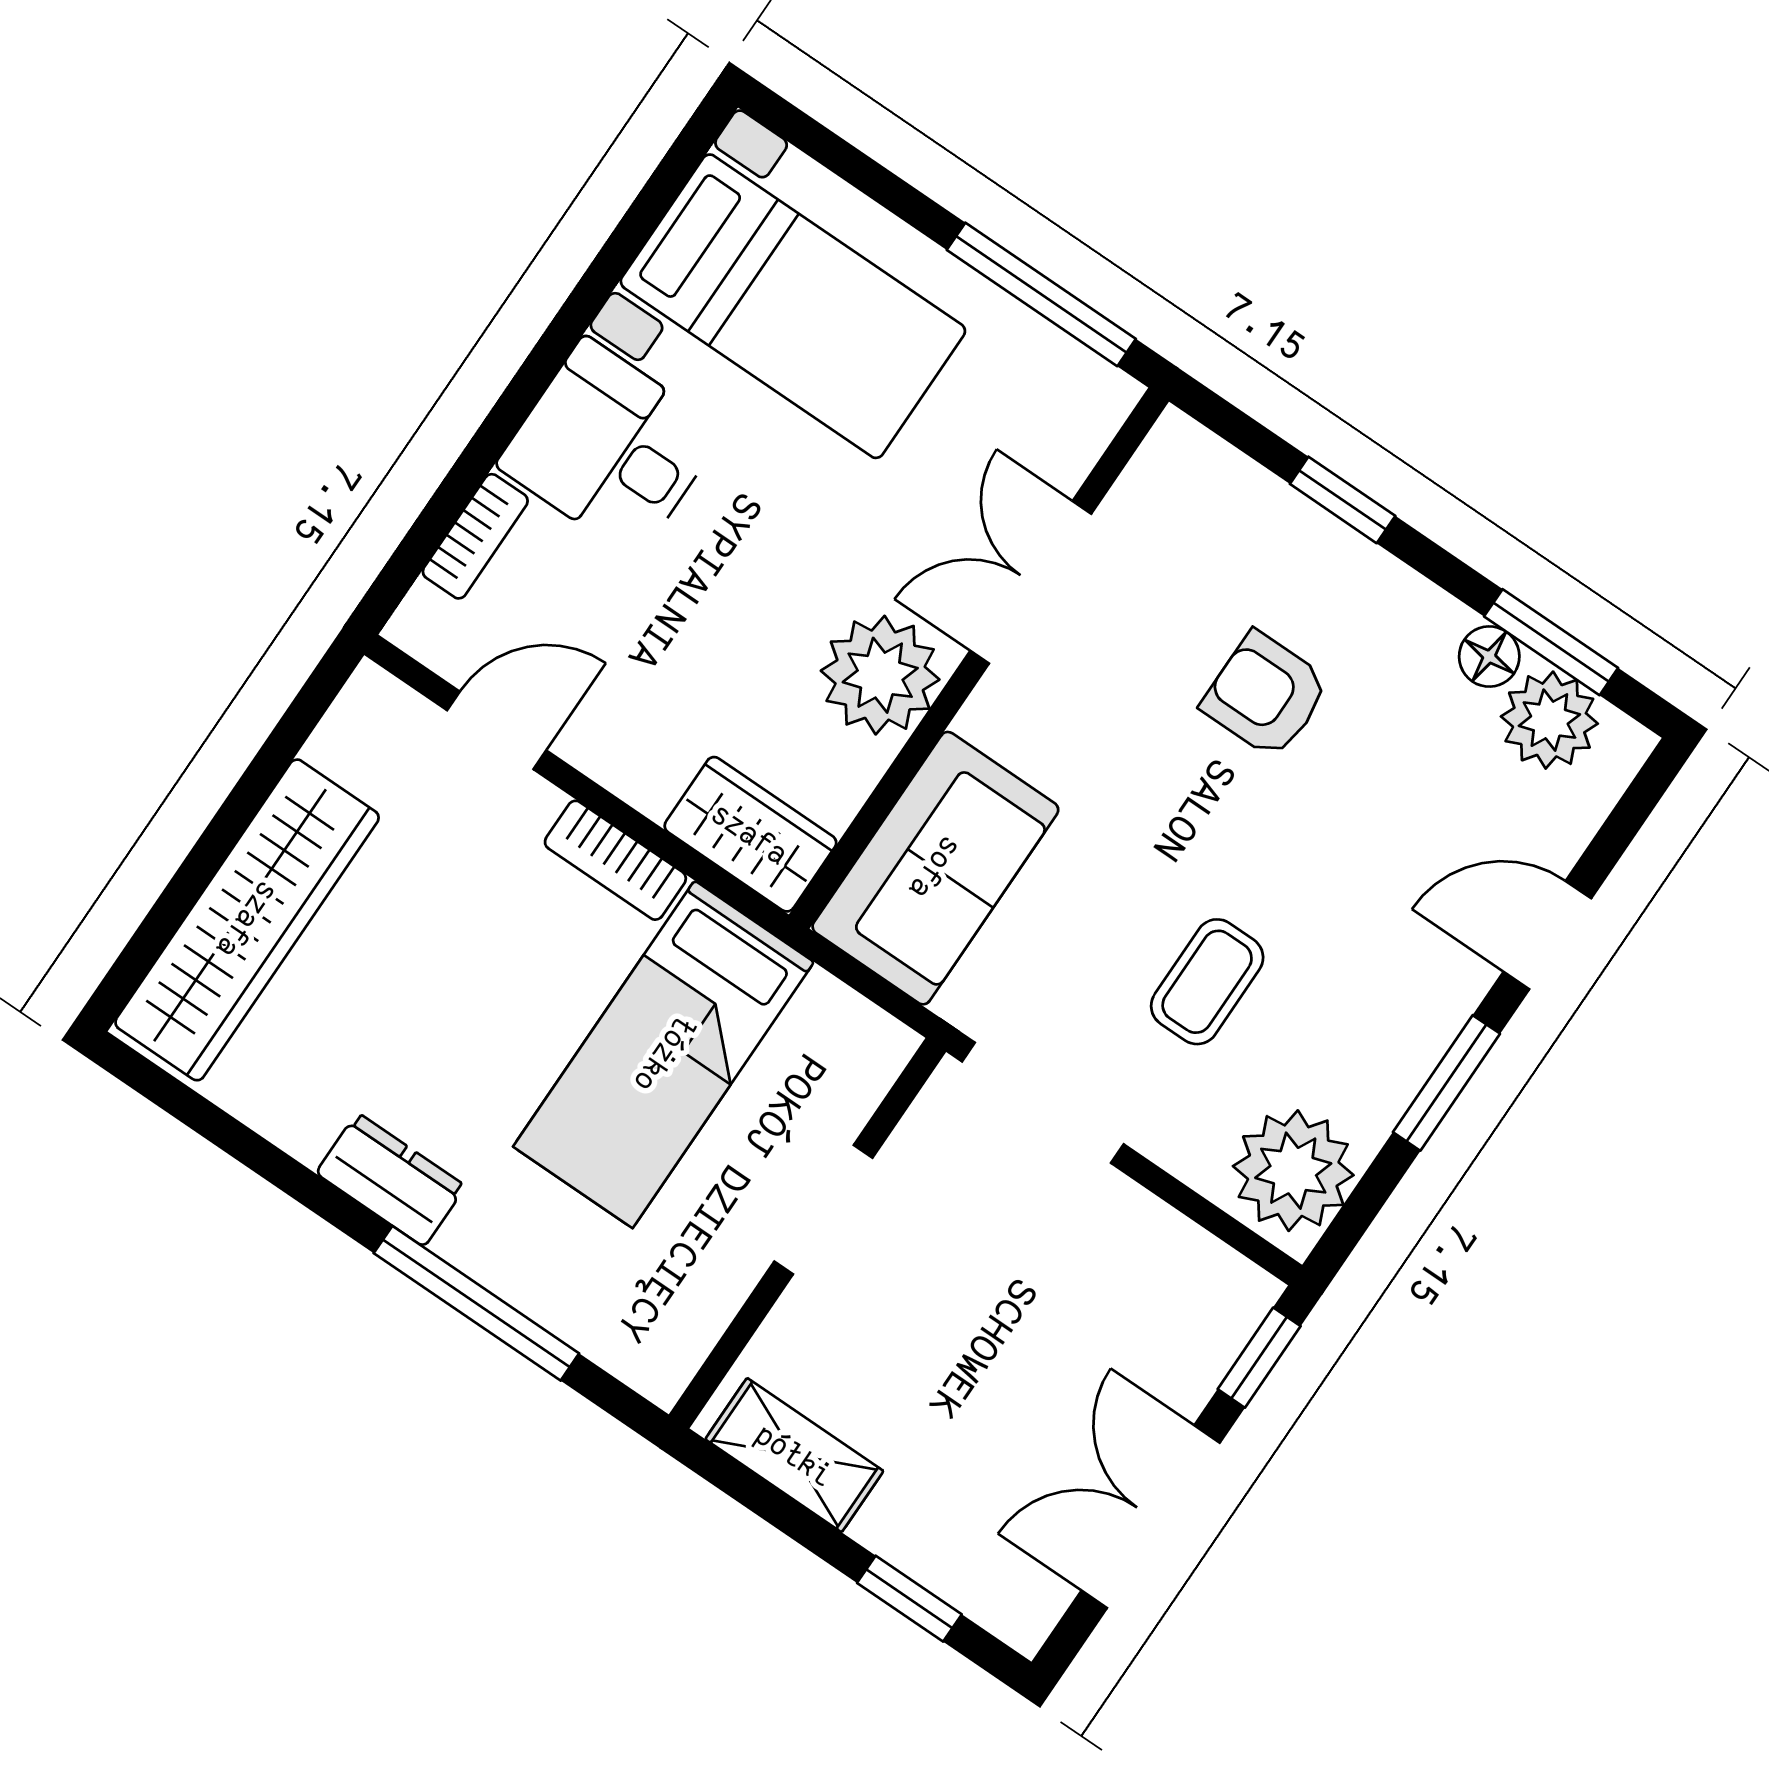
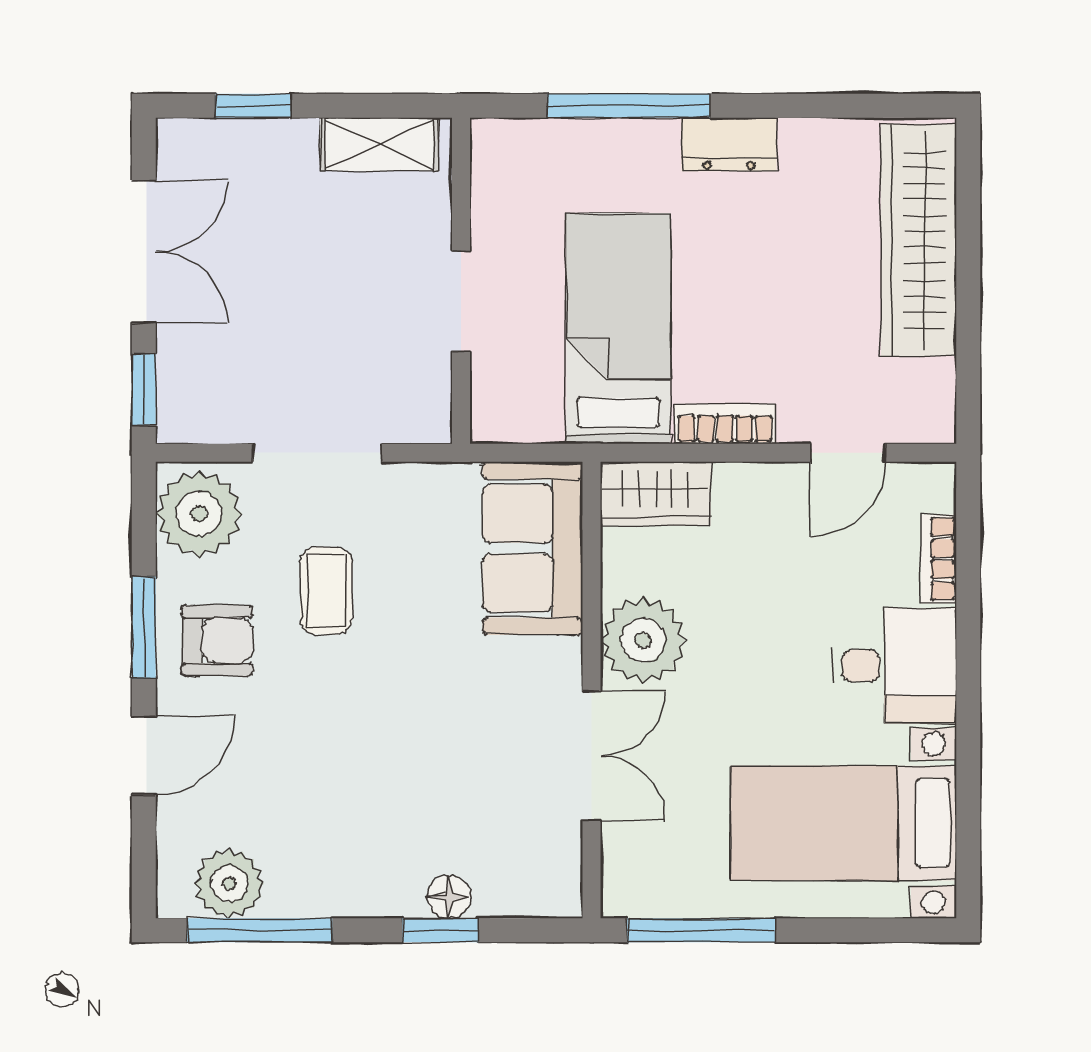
window: (1551, 642) -> (260, 930), width x1.44
floor lamp: (1489, 657) -> (449, 897), moved
armchair: (1266, 695) -> (217, 641), moved
doorway: (1043, 1103) -> (317, 453), moved

